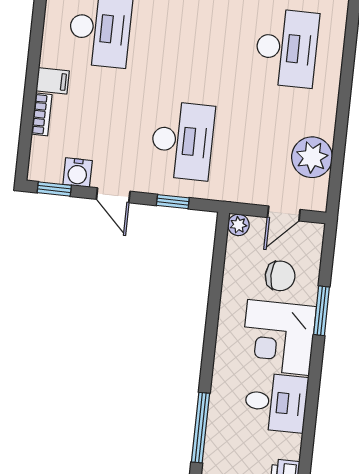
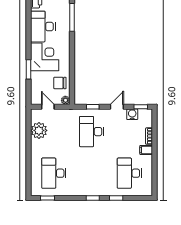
door: (113, 195) -> (117, 107), hinge flipped
door: (284, 213) -> (48, 107), hinge flipped
chair: (280, 276) -> (60, 83), moved
desk: (276, 402) -> (43, 27), width x1.37

